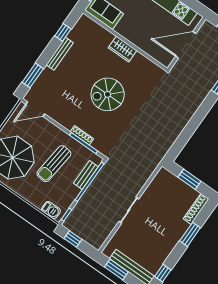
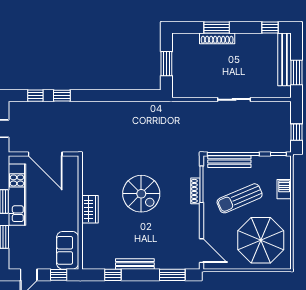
sun lounger: (54, 164) -> (240, 198), turned 151
bench: (86, 175) -> (229, 162), width x1.36
shoe rack: (196, 209) -> (217, 38), moved
barbecue: (51, 210) -> (284, 189), moved

